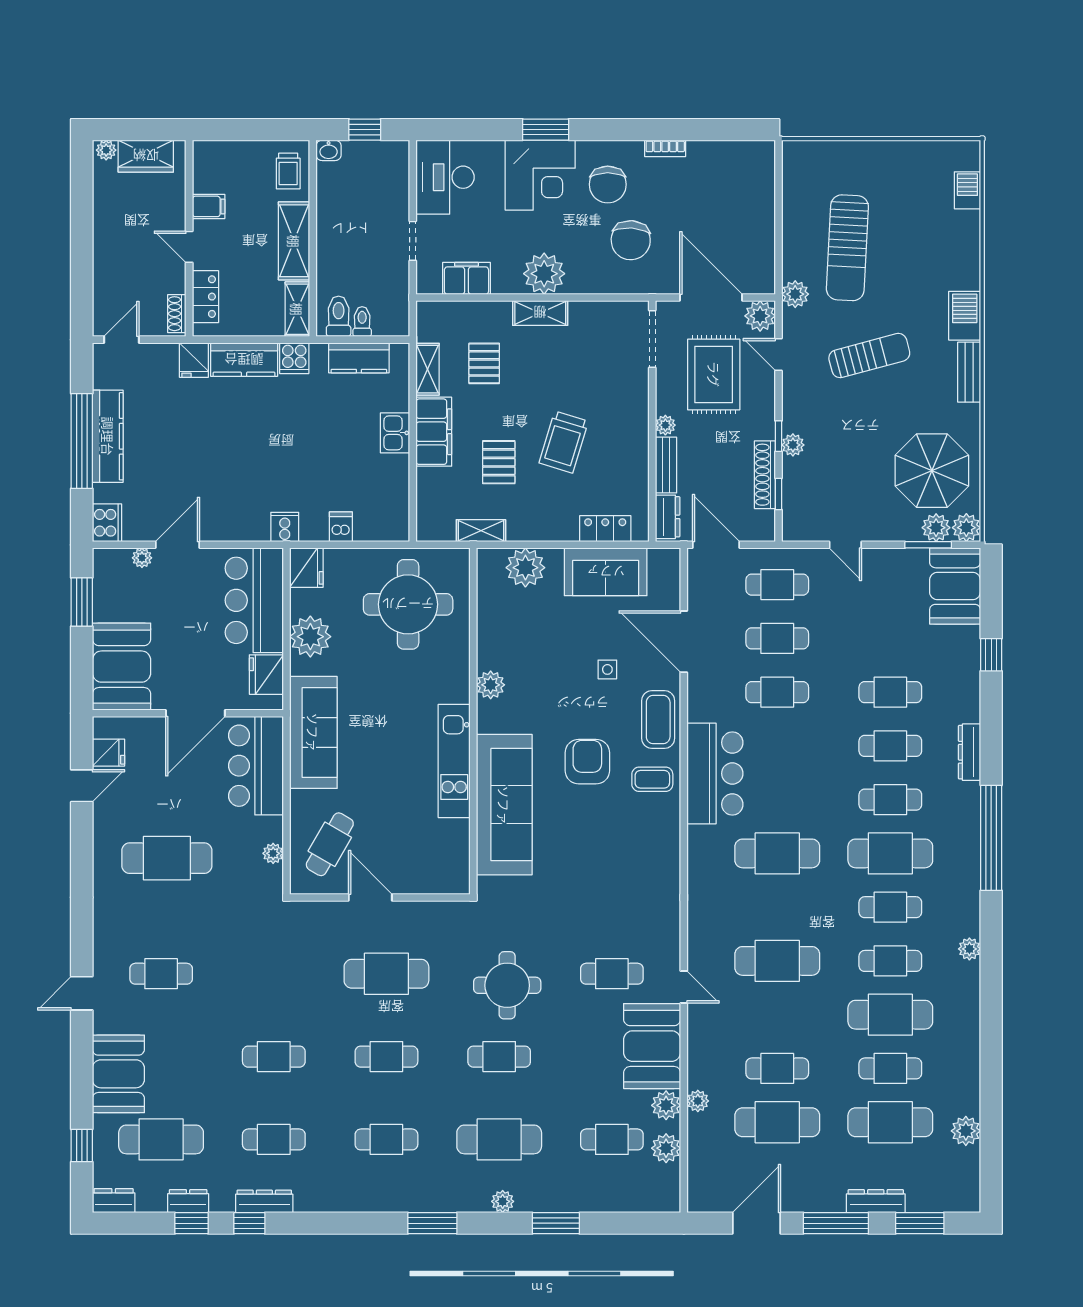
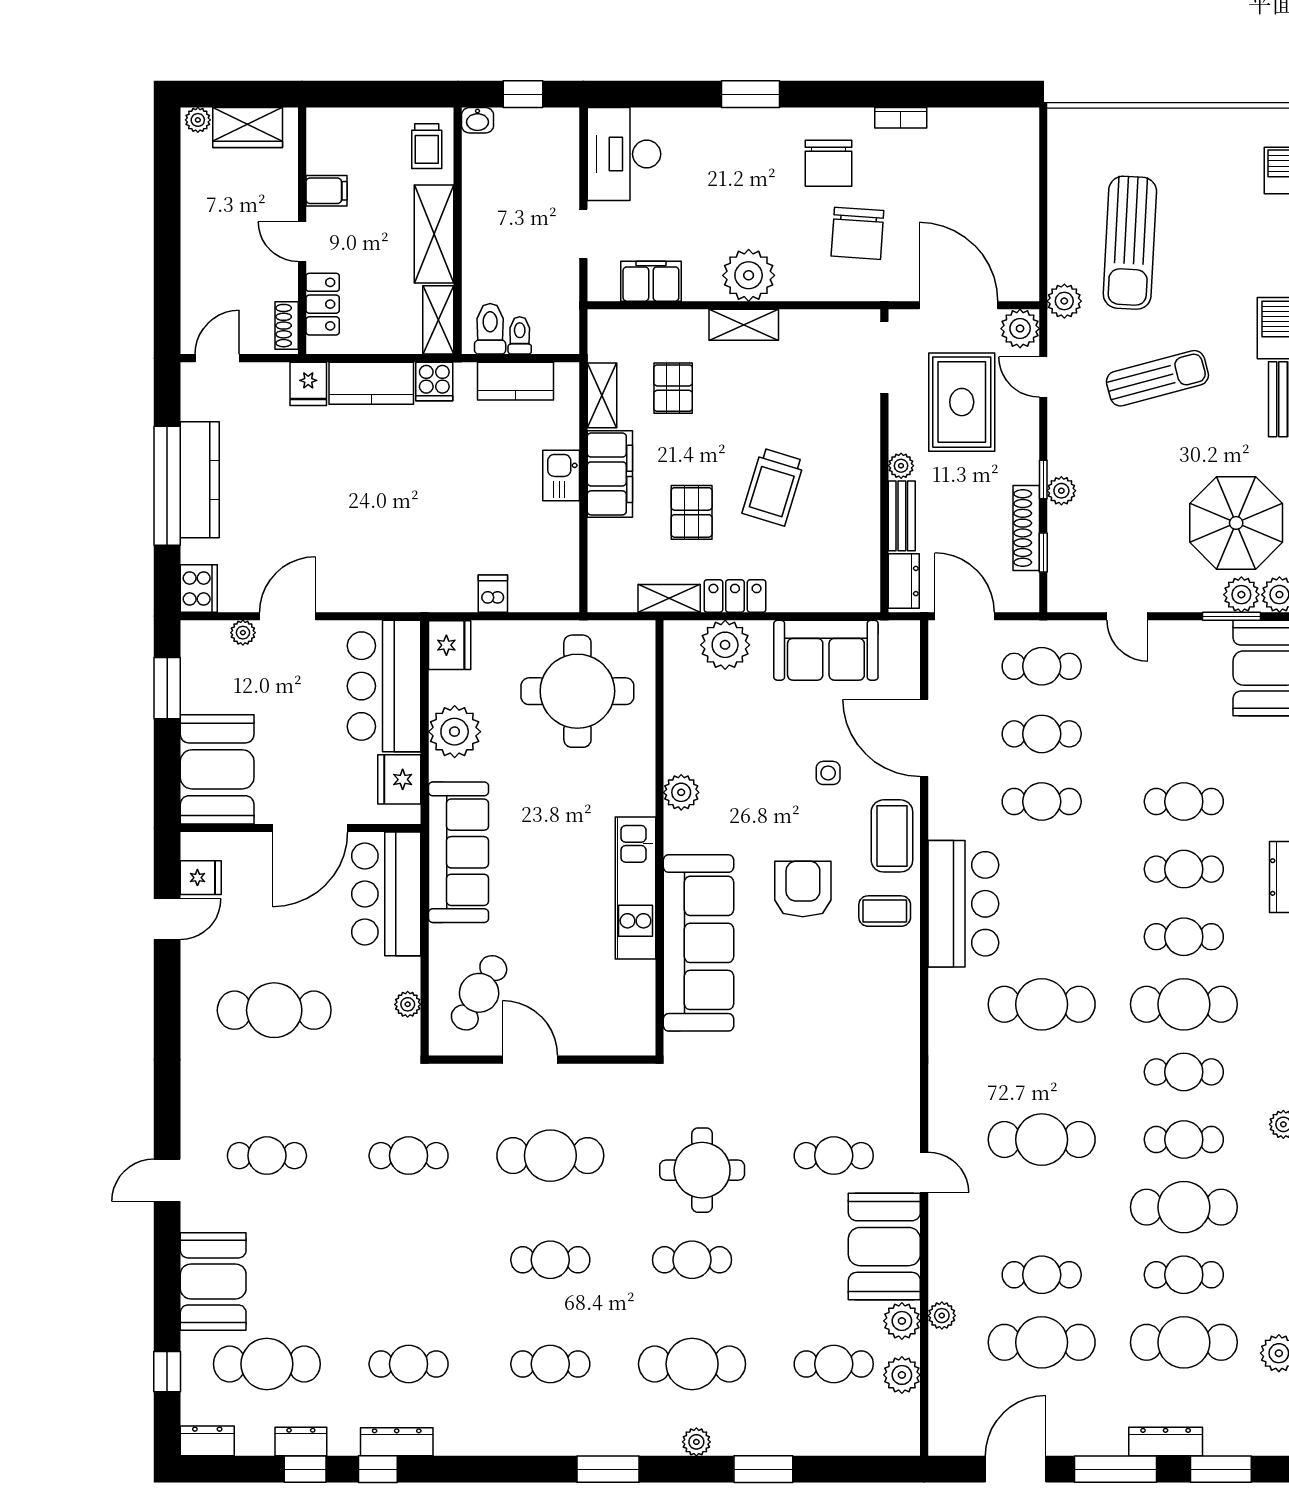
corner desk: (540, 175) -> (744, 151), removed
cooker: (285, 527) -> (422, 594), removed
locker: (605, 529) -> (735, 596), moved
cafe table: (274, 1057) -> (409, 1156), moved

